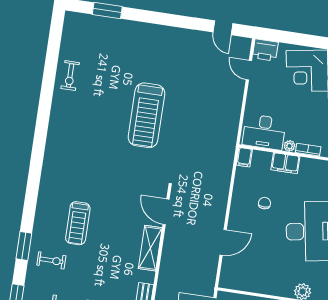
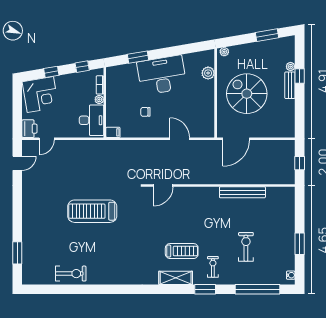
exercise bike: (70, 76) -> (71, 274), width x1.38, depth x1.39
treadmill: (146, 115) -> (92, 211), turned 180
filing cabinet: (285, 163) -> (113, 101), removed
shelving: (150, 248) -> (176, 278), moved

